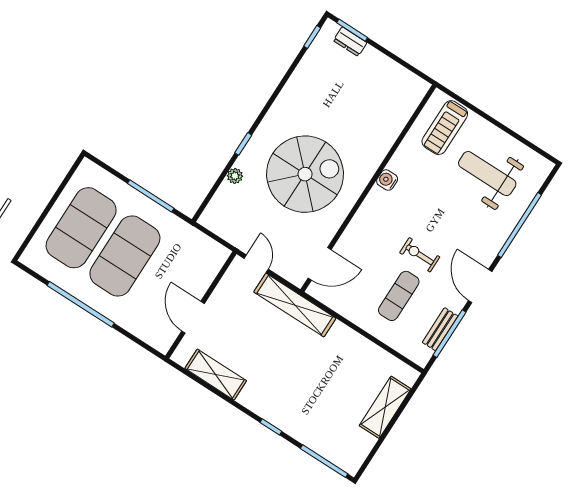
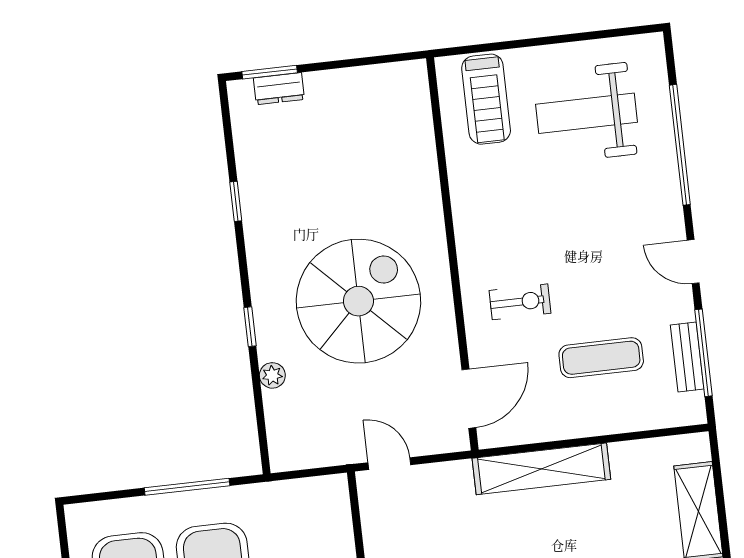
window: (312, 37) -> (236, 201), moved
water cooler: (387, 180) -> (468, 224), removed
exercise bike: (420, 255) -> (520, 302), moved, turned 180
door: (480, 286) -> (693, 262), width x0.73
exercise mat: (399, 296) -> (601, 358), turned 90
shelving: (295, 305) -> (541, 469), moved

